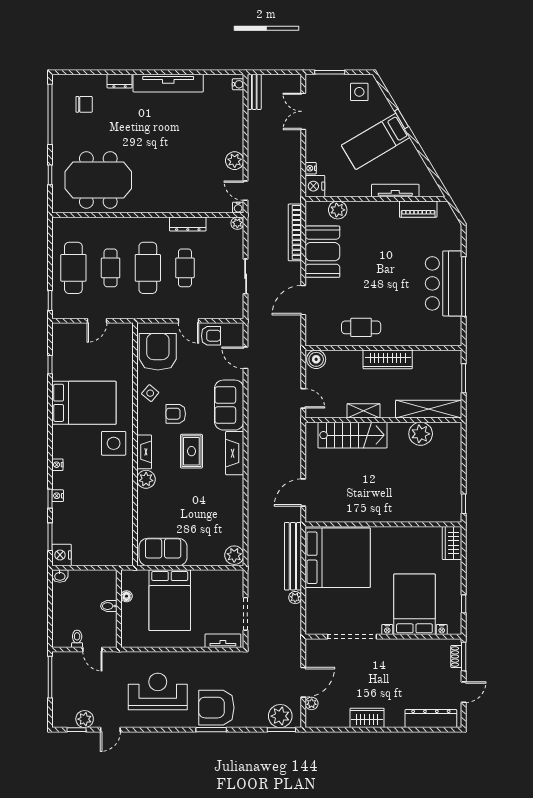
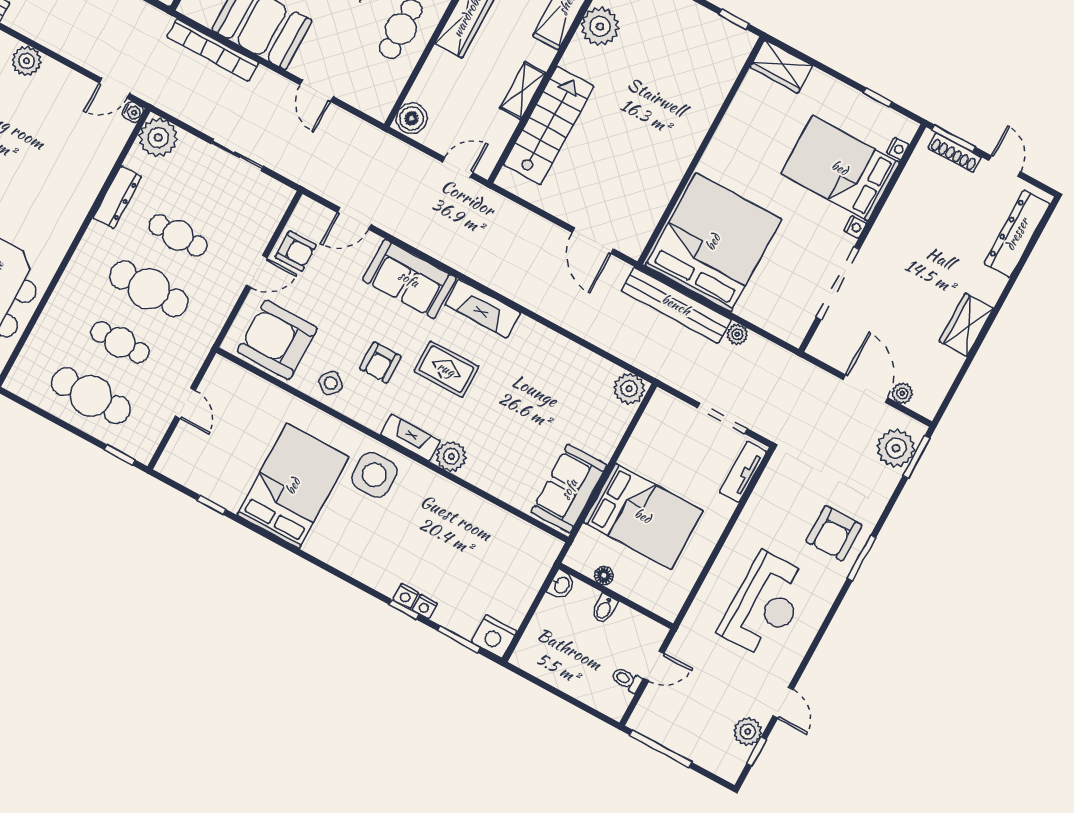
plant: (235, 161) -> (26, 61), moved
plant: (237, 223) -> (158, 138), width x1.88, depth x1.88
door: (303, 300) -> (317, 91), width x0.73
armchair: (211, 336) -> (296, 251), turned 90
nightstand: (57, 465) -> (425, 607), moved
washbasin: (60, 576) -> (561, 585), moved
shoe rack: (456, 656) -> (955, 152), width x1.43
reception desk: (158, 691) -> (765, 605), turned 180
armchair: (216, 708) -> (834, 533), width x0.73, depth x0.73

